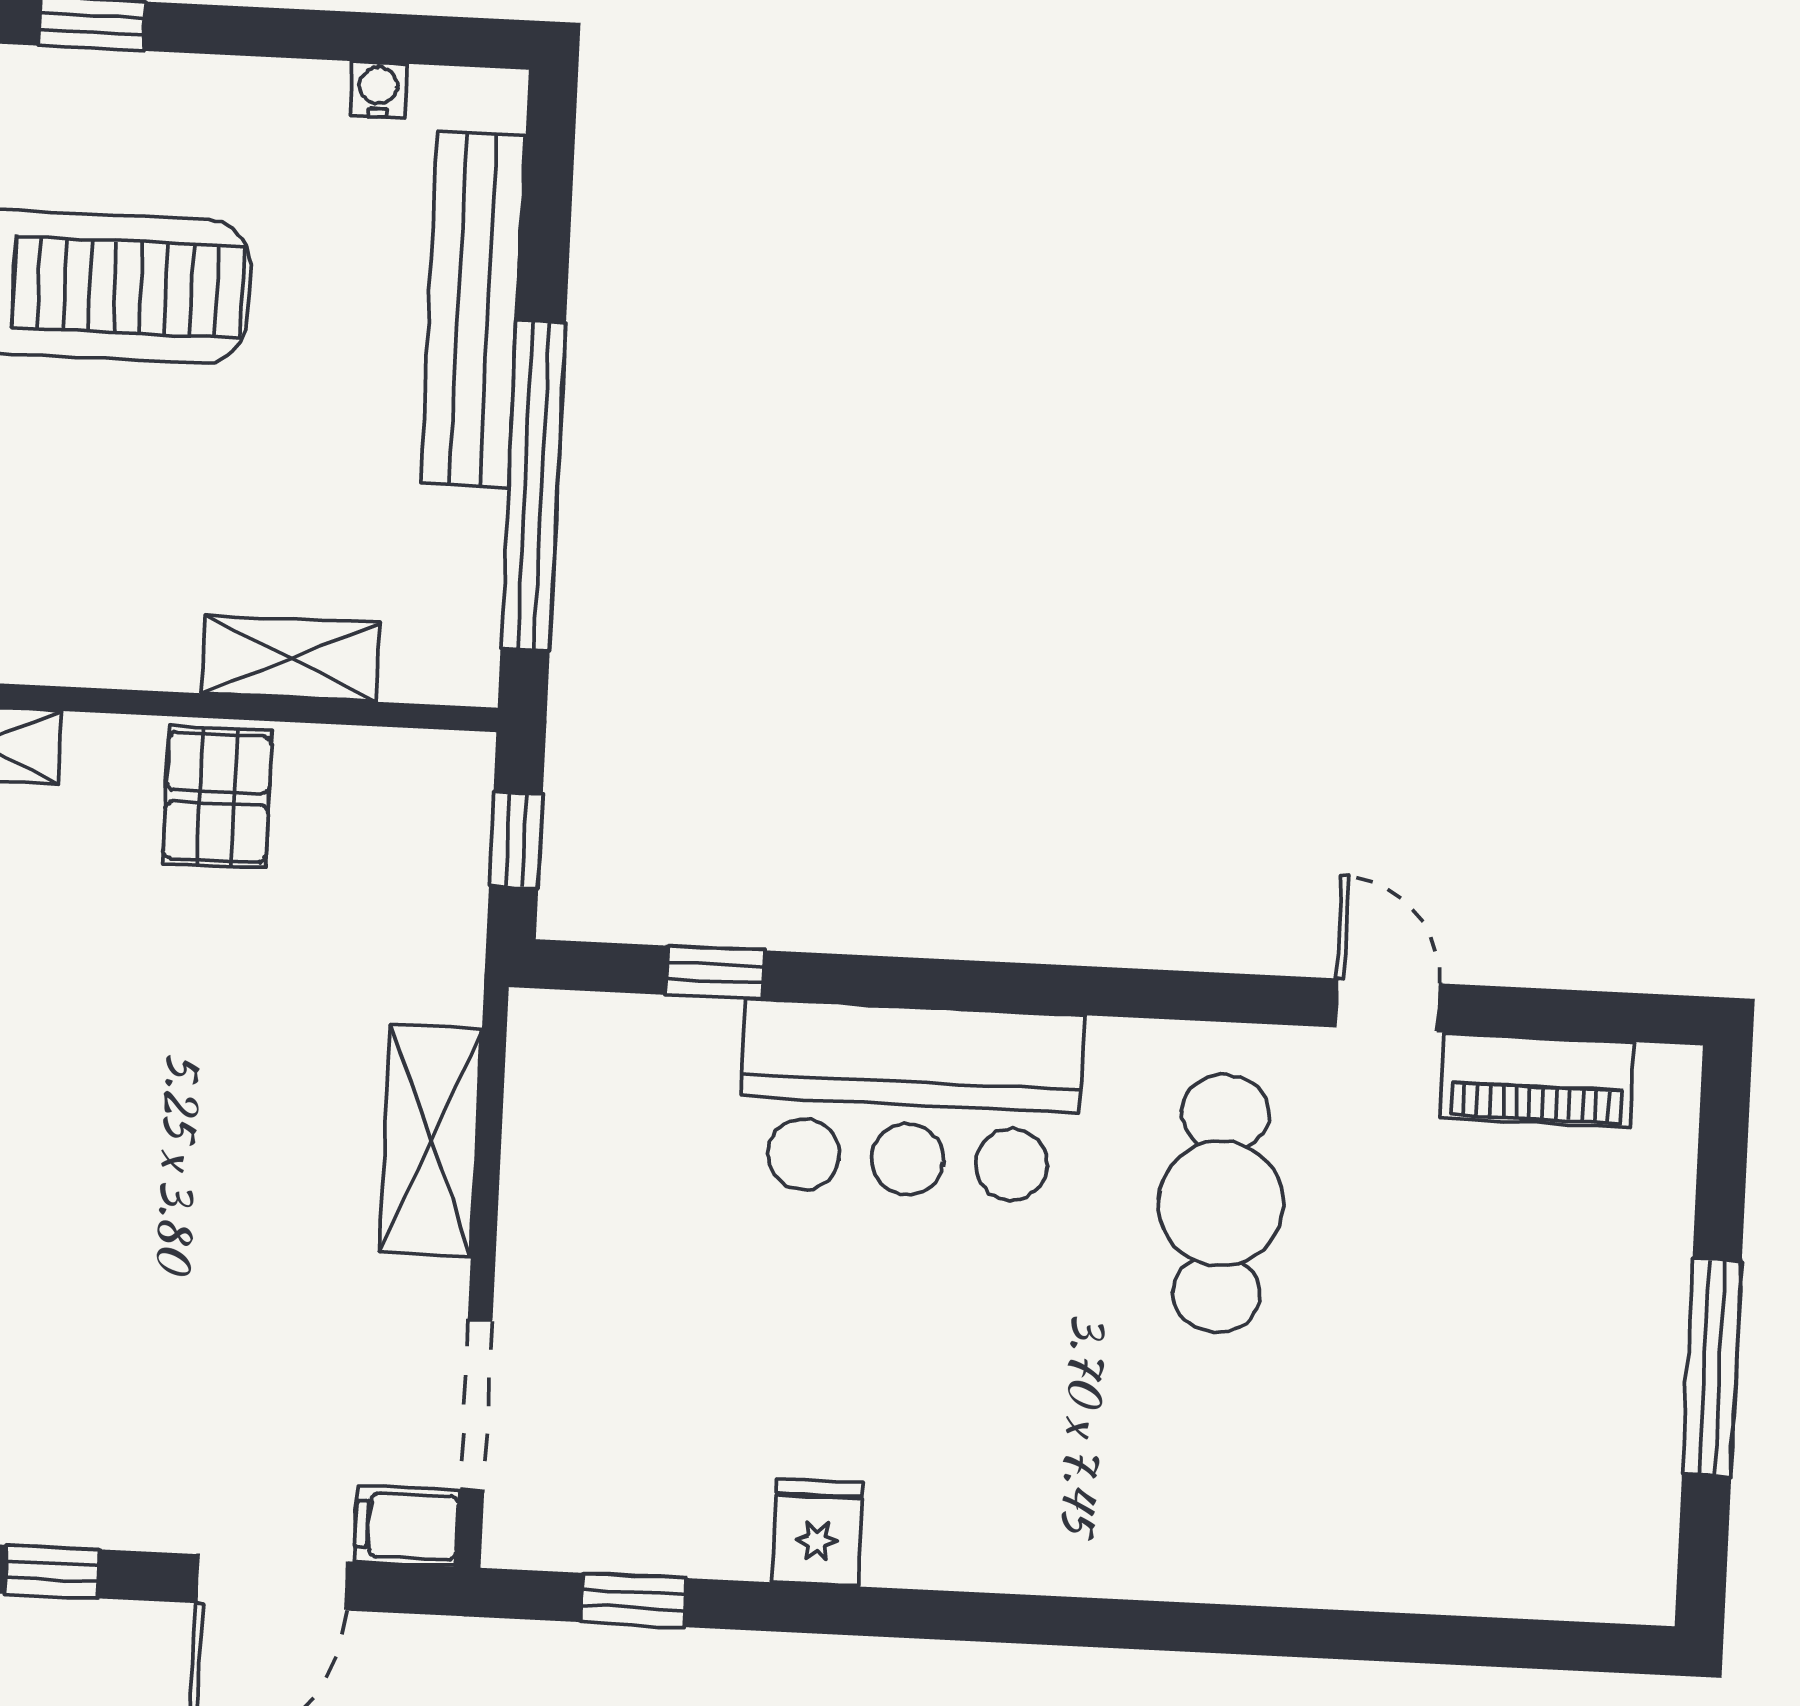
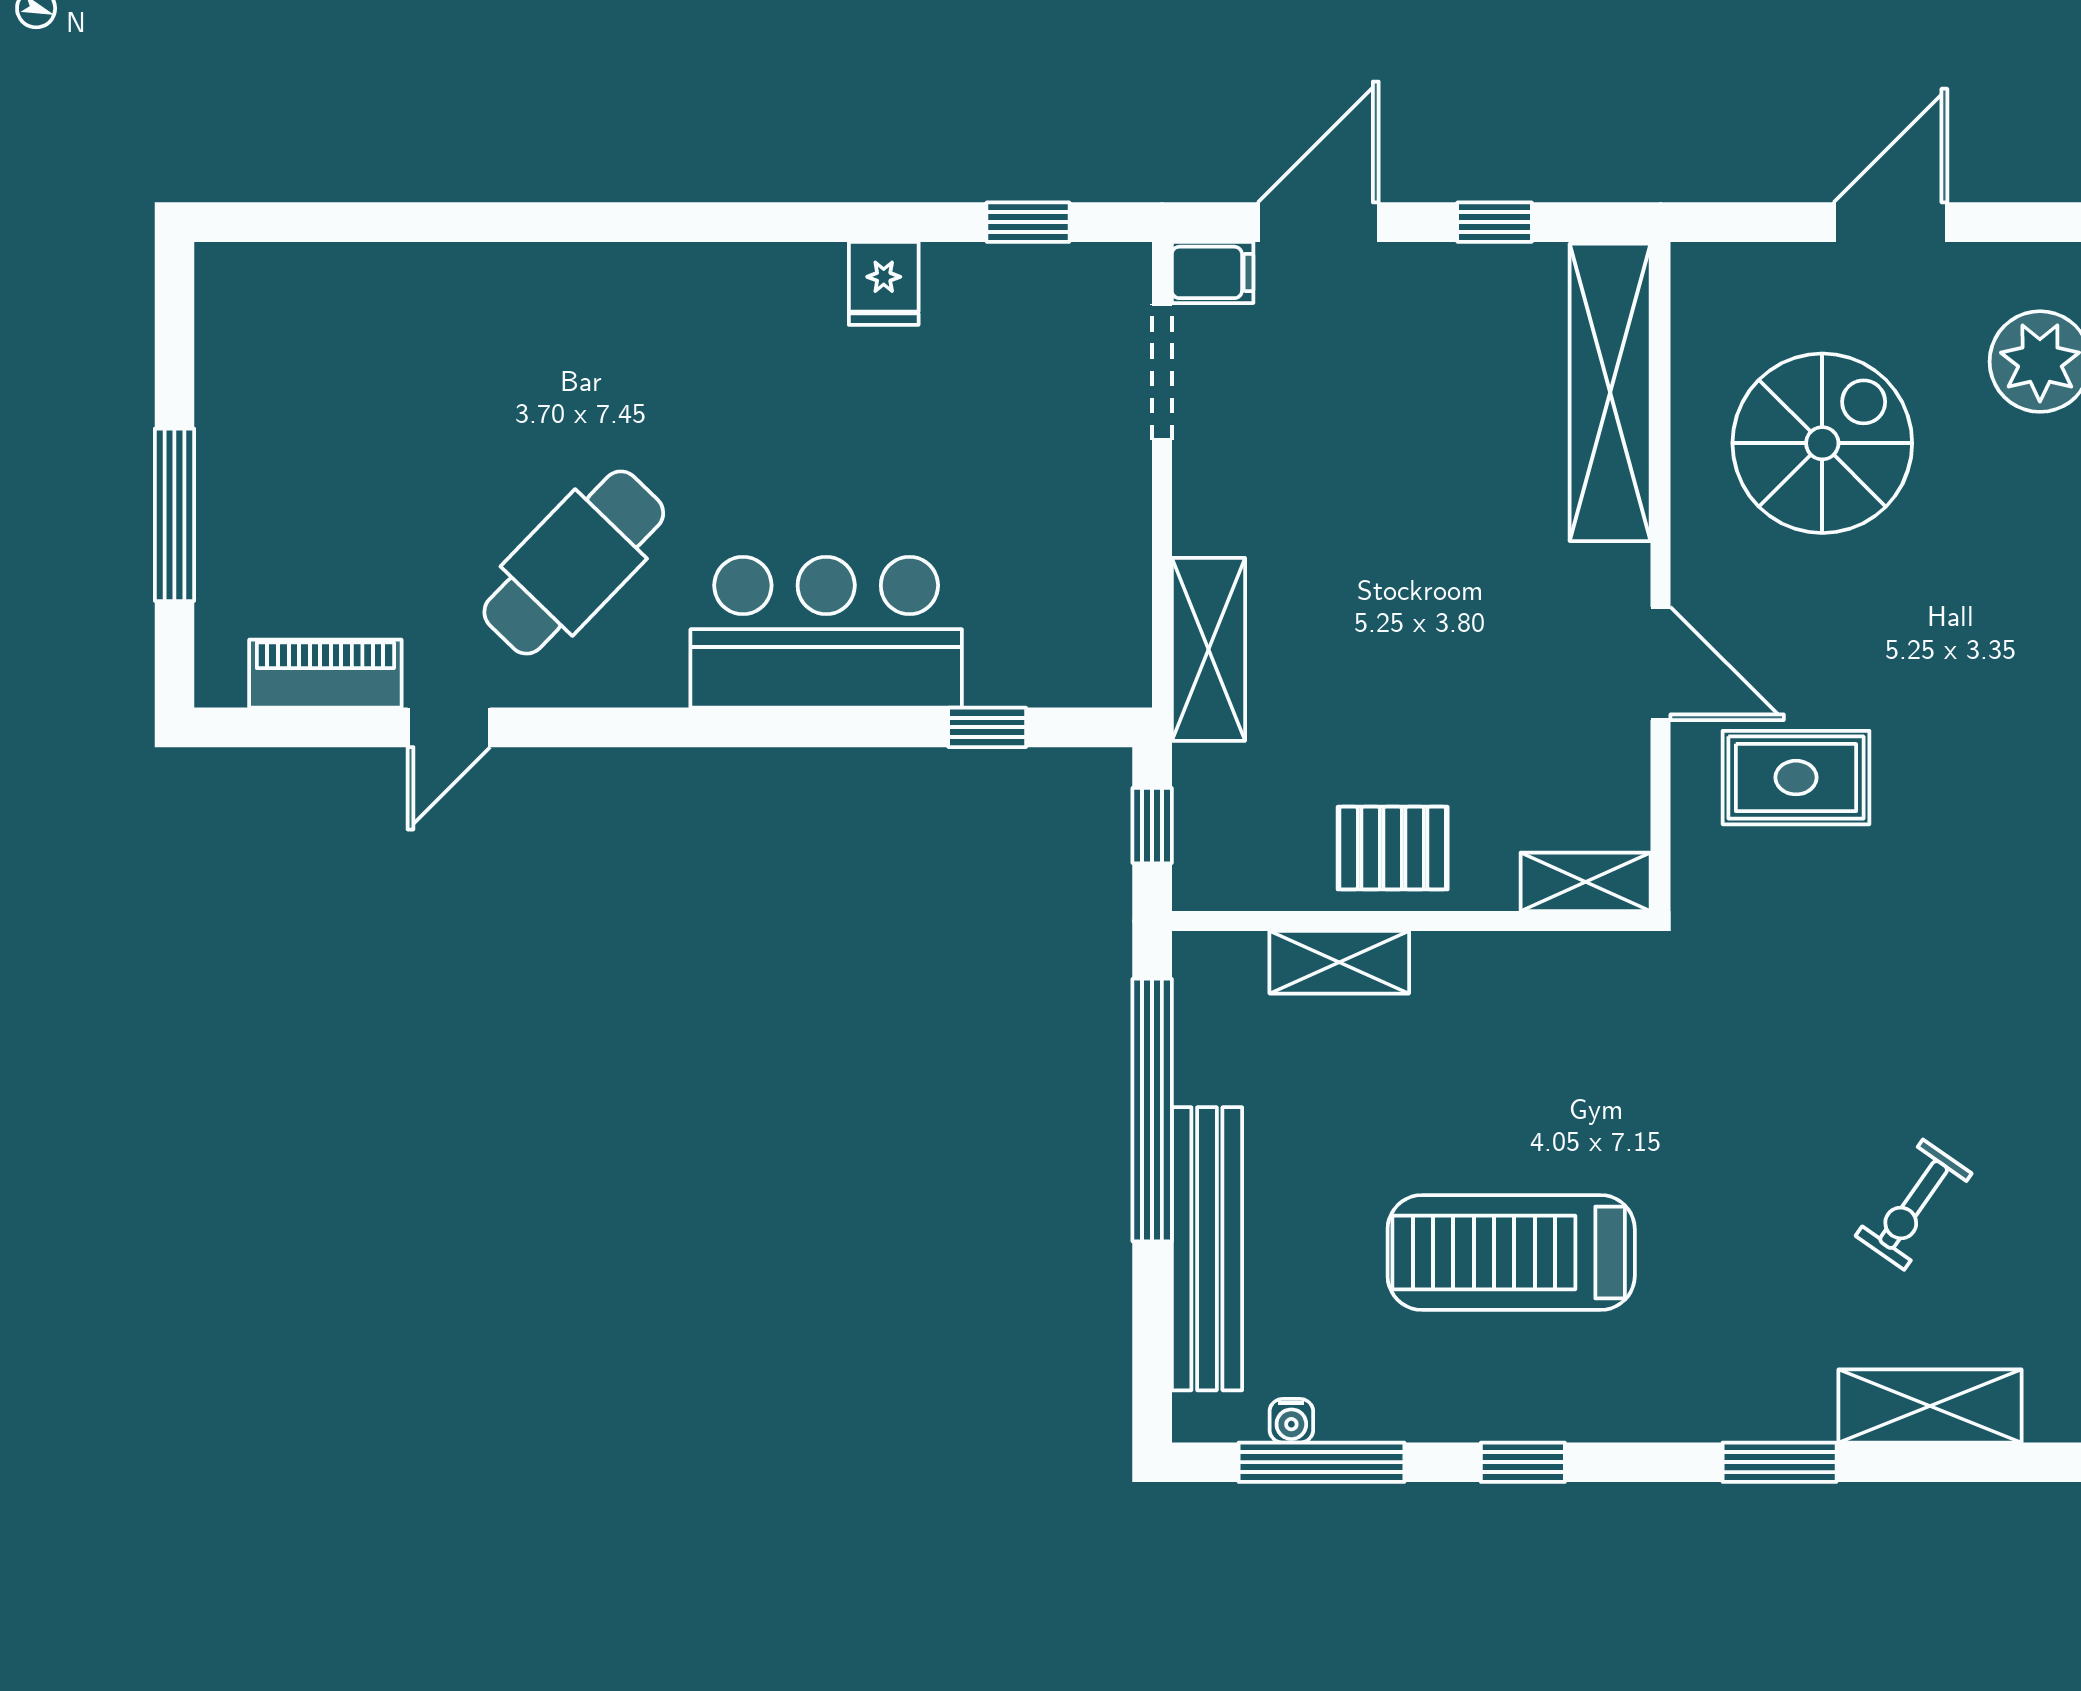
window: (343, 36) -> (1321, 1462), added
pallet: (217, 797) -> (1393, 848), turned 90
door: (1387, 1005) -> (449, 727), hinge flipped
shelving: (431, 1140) -> (1208, 649), moved
cafe table: (1221, 1203) -> (574, 563), turned 44
window: (1712, 1368) -> (174, 515), moved

